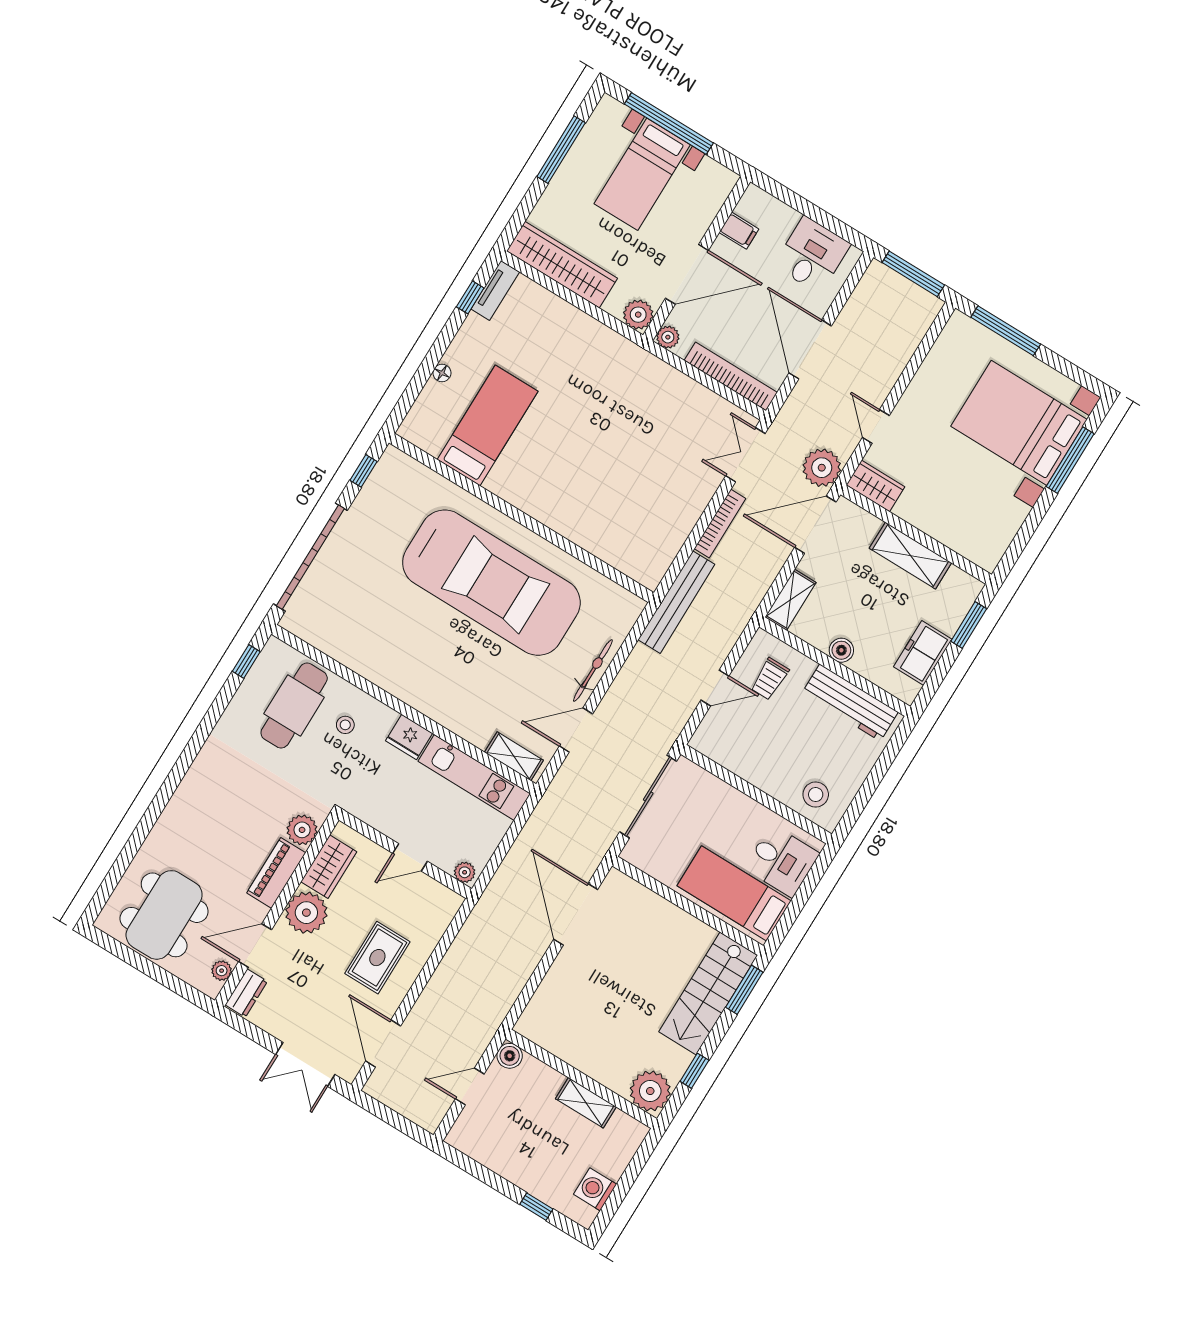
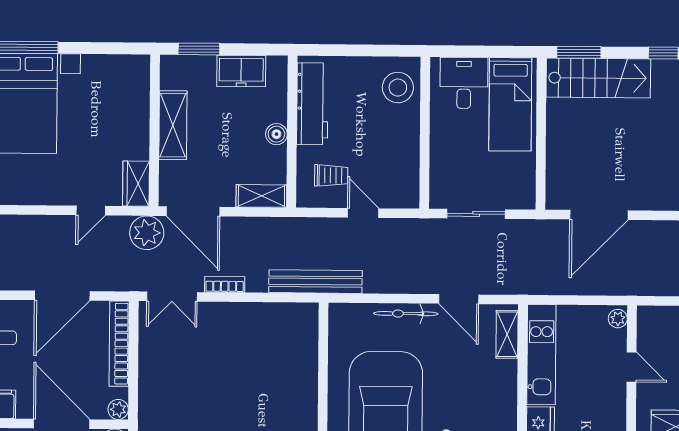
bookcase: (720, 524) -> (225, 284), width x0.64
stool: (816, 795) -> (398, 88), width x1.38, depth x1.38
sliding door: (648, 797) -> (476, 214), width x0.73

